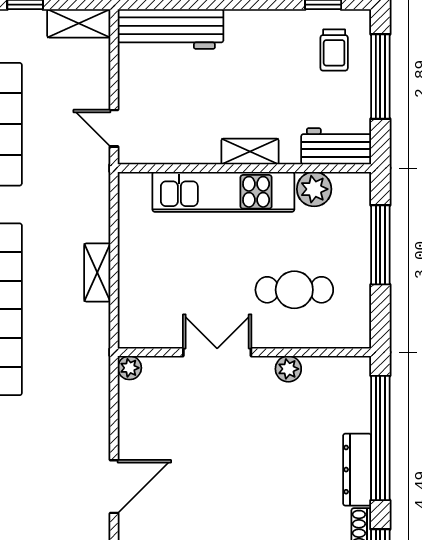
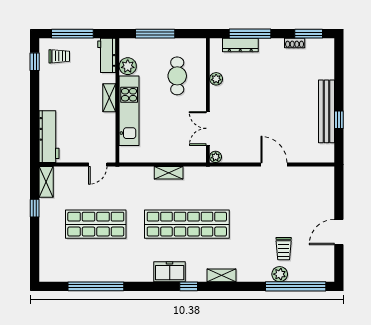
double door: (217, 352) -> (208, 128), moved
window: (380, 438) -> (250, 34), width x0.68
dresser: (357, 470) -> (240, 45), moved

